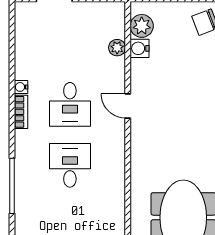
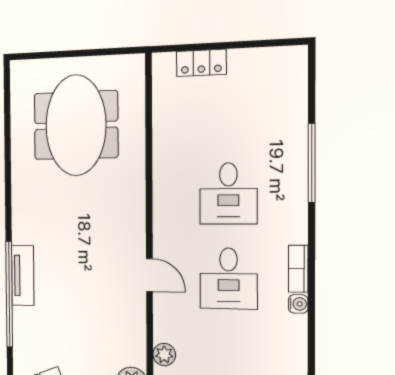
water cooler: (140, 48) -> (134, 353), removed
desk: (70, 104) -> (229, 278), turned 180

